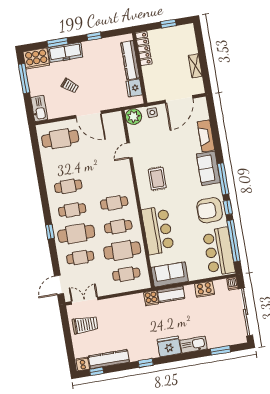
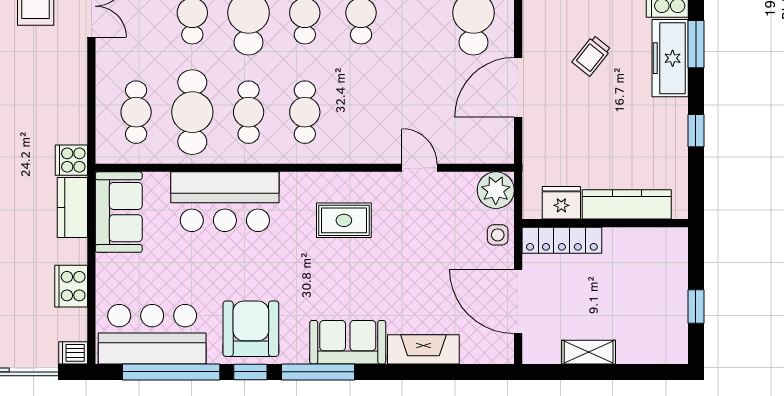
locker: (144, 49) -> (562, 240), moved

